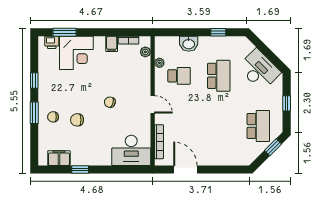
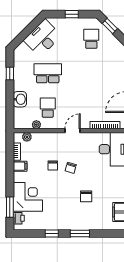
chair: (53, 117) -> (53, 165), moved
school desk: (258, 126) -> (91, 39), width x0.54

